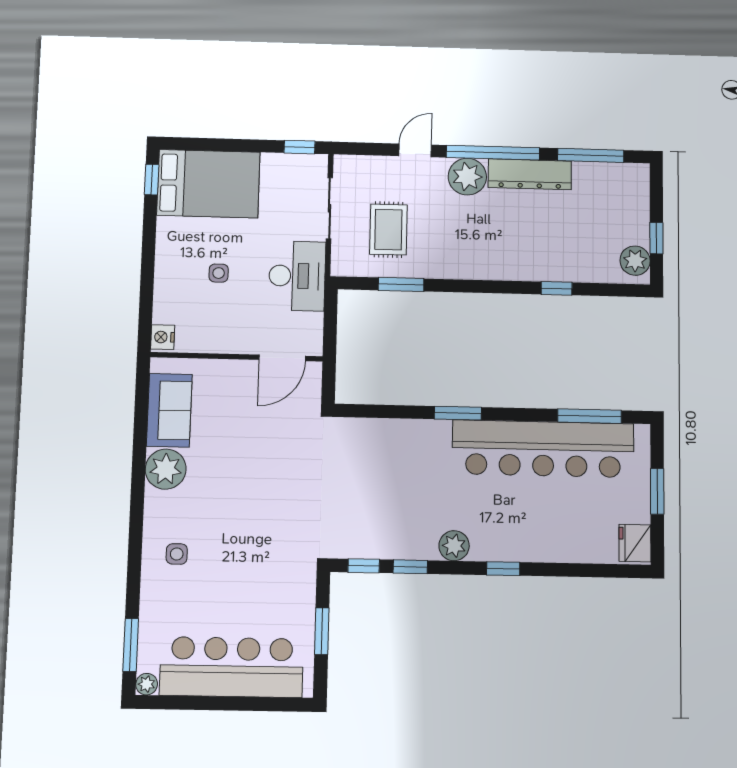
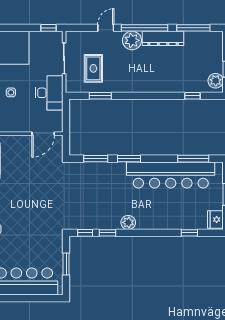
window: (557, 288) -> (193, 96), moved
window: (389, 412) -> (96, 159), added
window: (503, 569) -> (189, 233), moved

